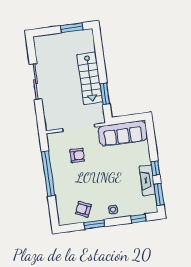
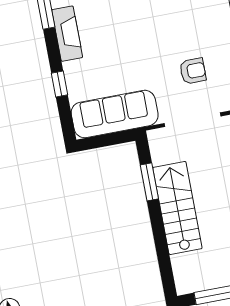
armchair: (77, 155) -> (193, 71), turned 180
window: (155, 168) -> (60, 84), moved

